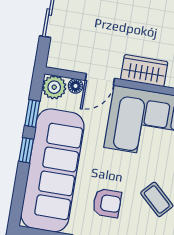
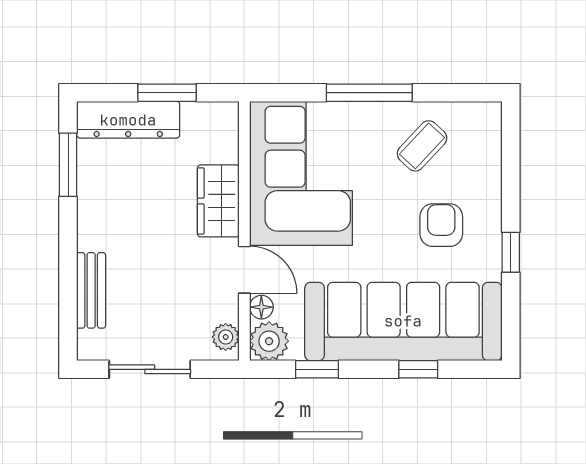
plant: (61, 61) -> (226, 337), added
window: (26, 150) -> (418, 369), moved

